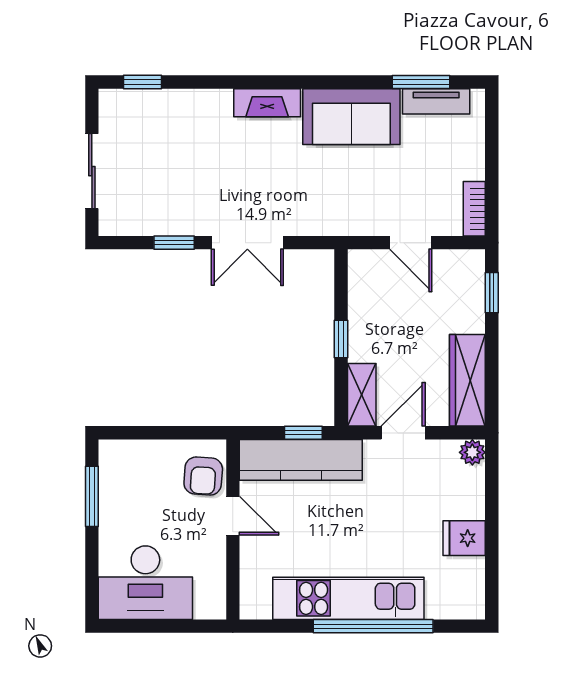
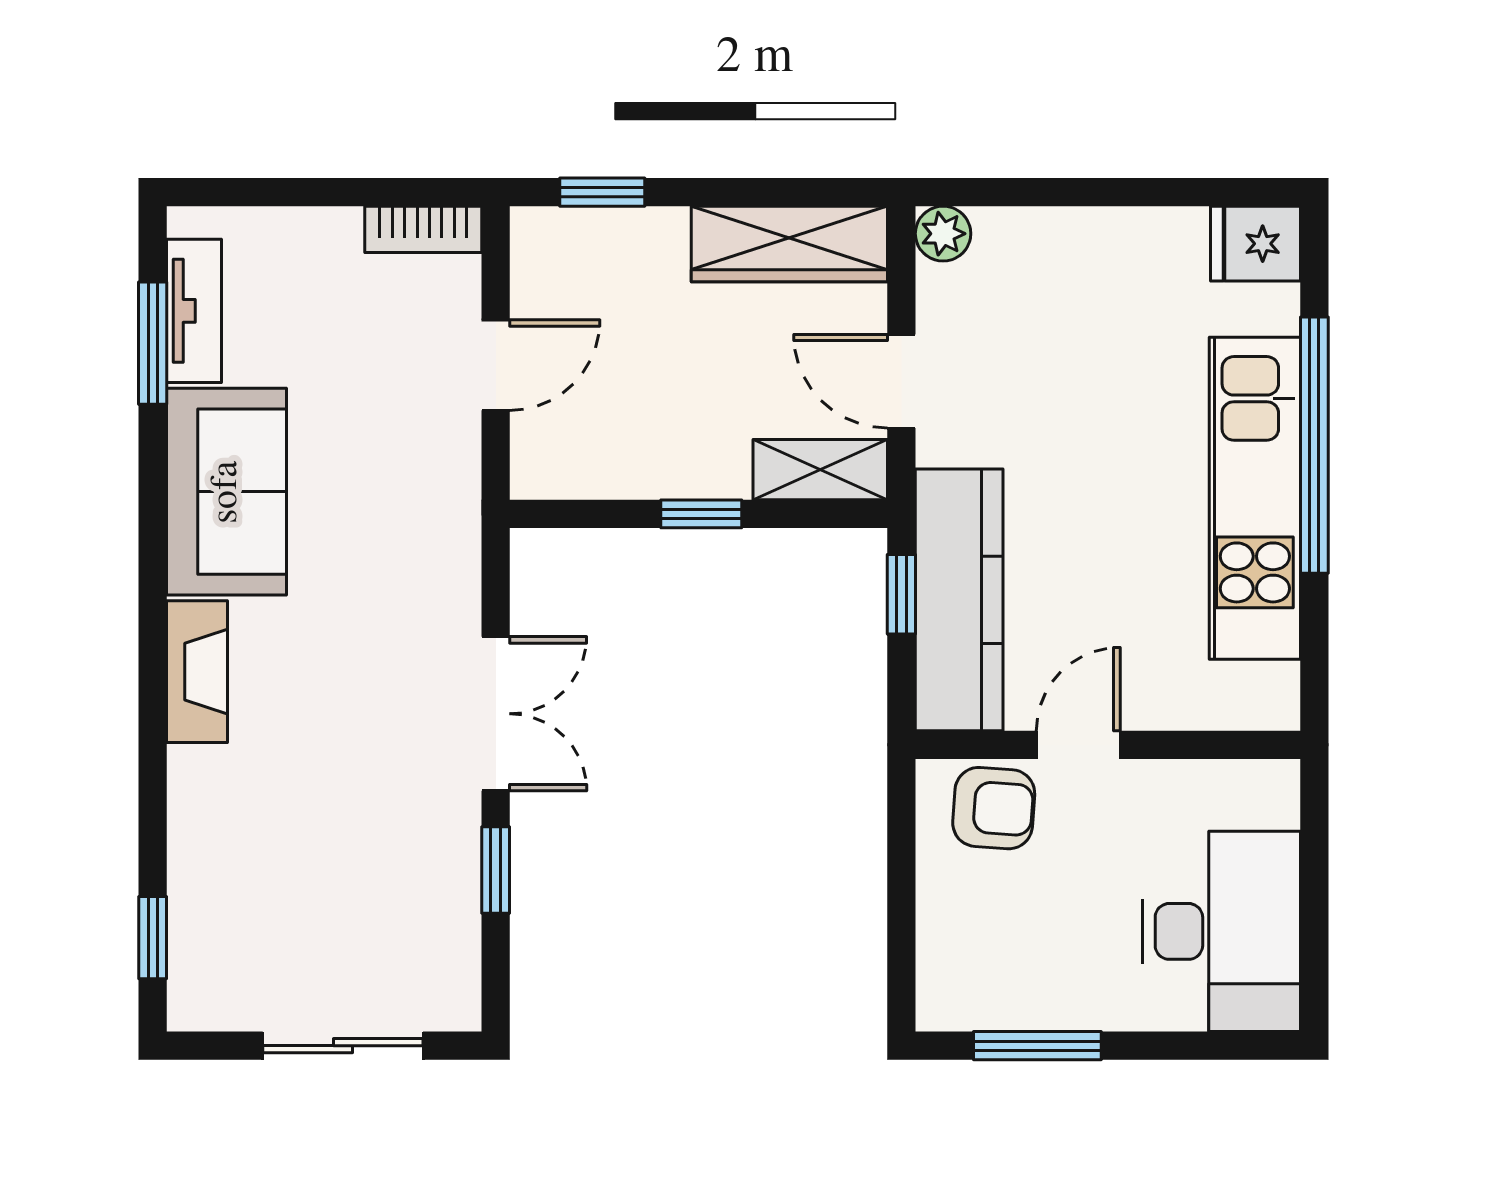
fridge: (464, 538) -> (1255, 244), moved, turned 90

